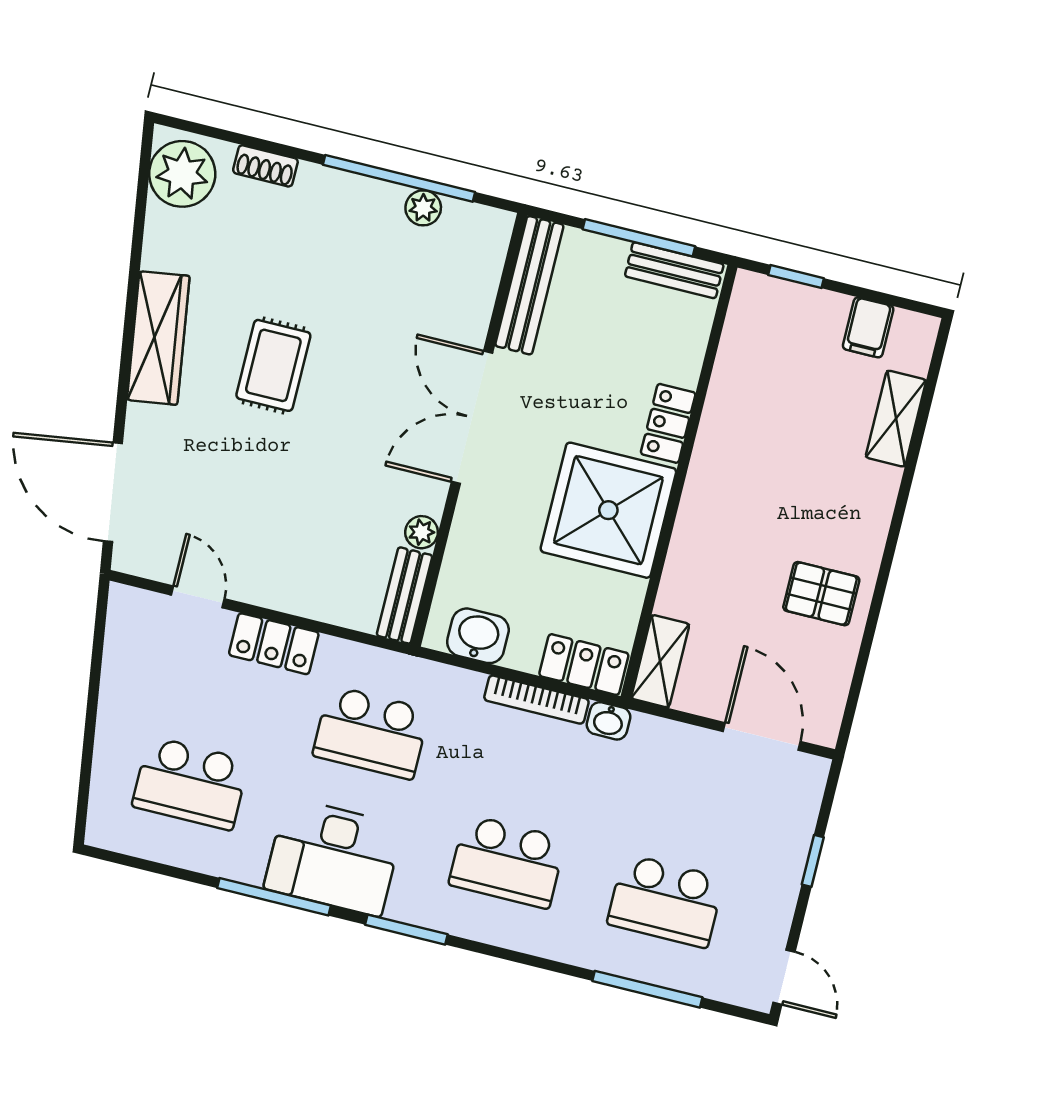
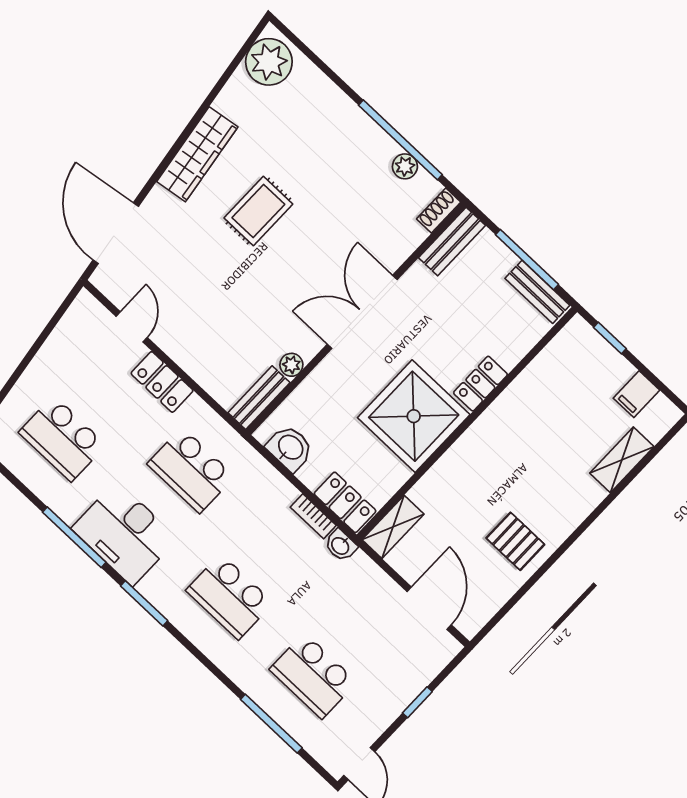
shoe rack: (265, 166) -> (439, 211), moved, turned 90
bench: (529, 285) -> (452, 242), width x0.73
bookcase: (536, 700) -> (313, 516), width x0.64

